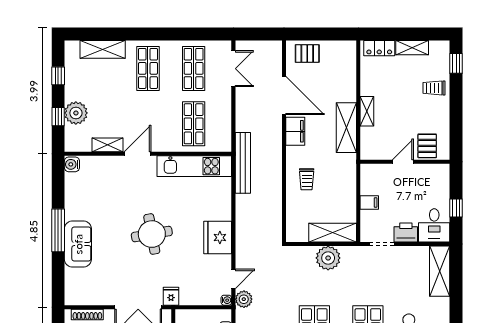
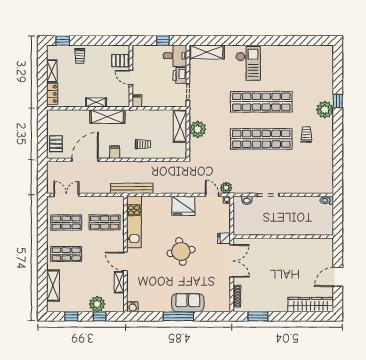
filing cabinet: (295, 131) -> (115, 152), width x0.50
filing cabinet: (369, 203) -> (137, 101), moved

